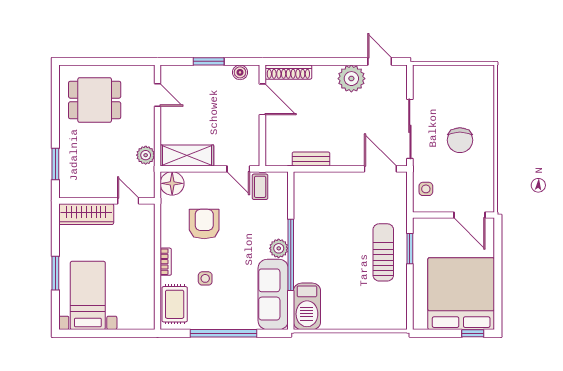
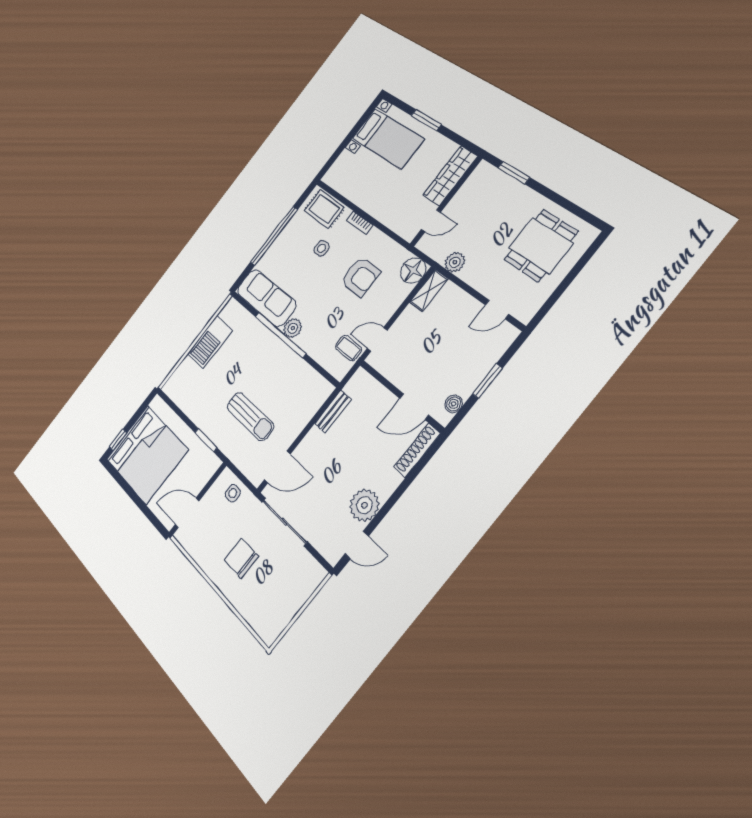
shelving: (187, 156) -> (429, 291), width x0.67, depth x0.75
sun lounger: (383, 252) -> (250, 416), moved
barbecue: (307, 306) -> (210, 342), moved, turned -90

